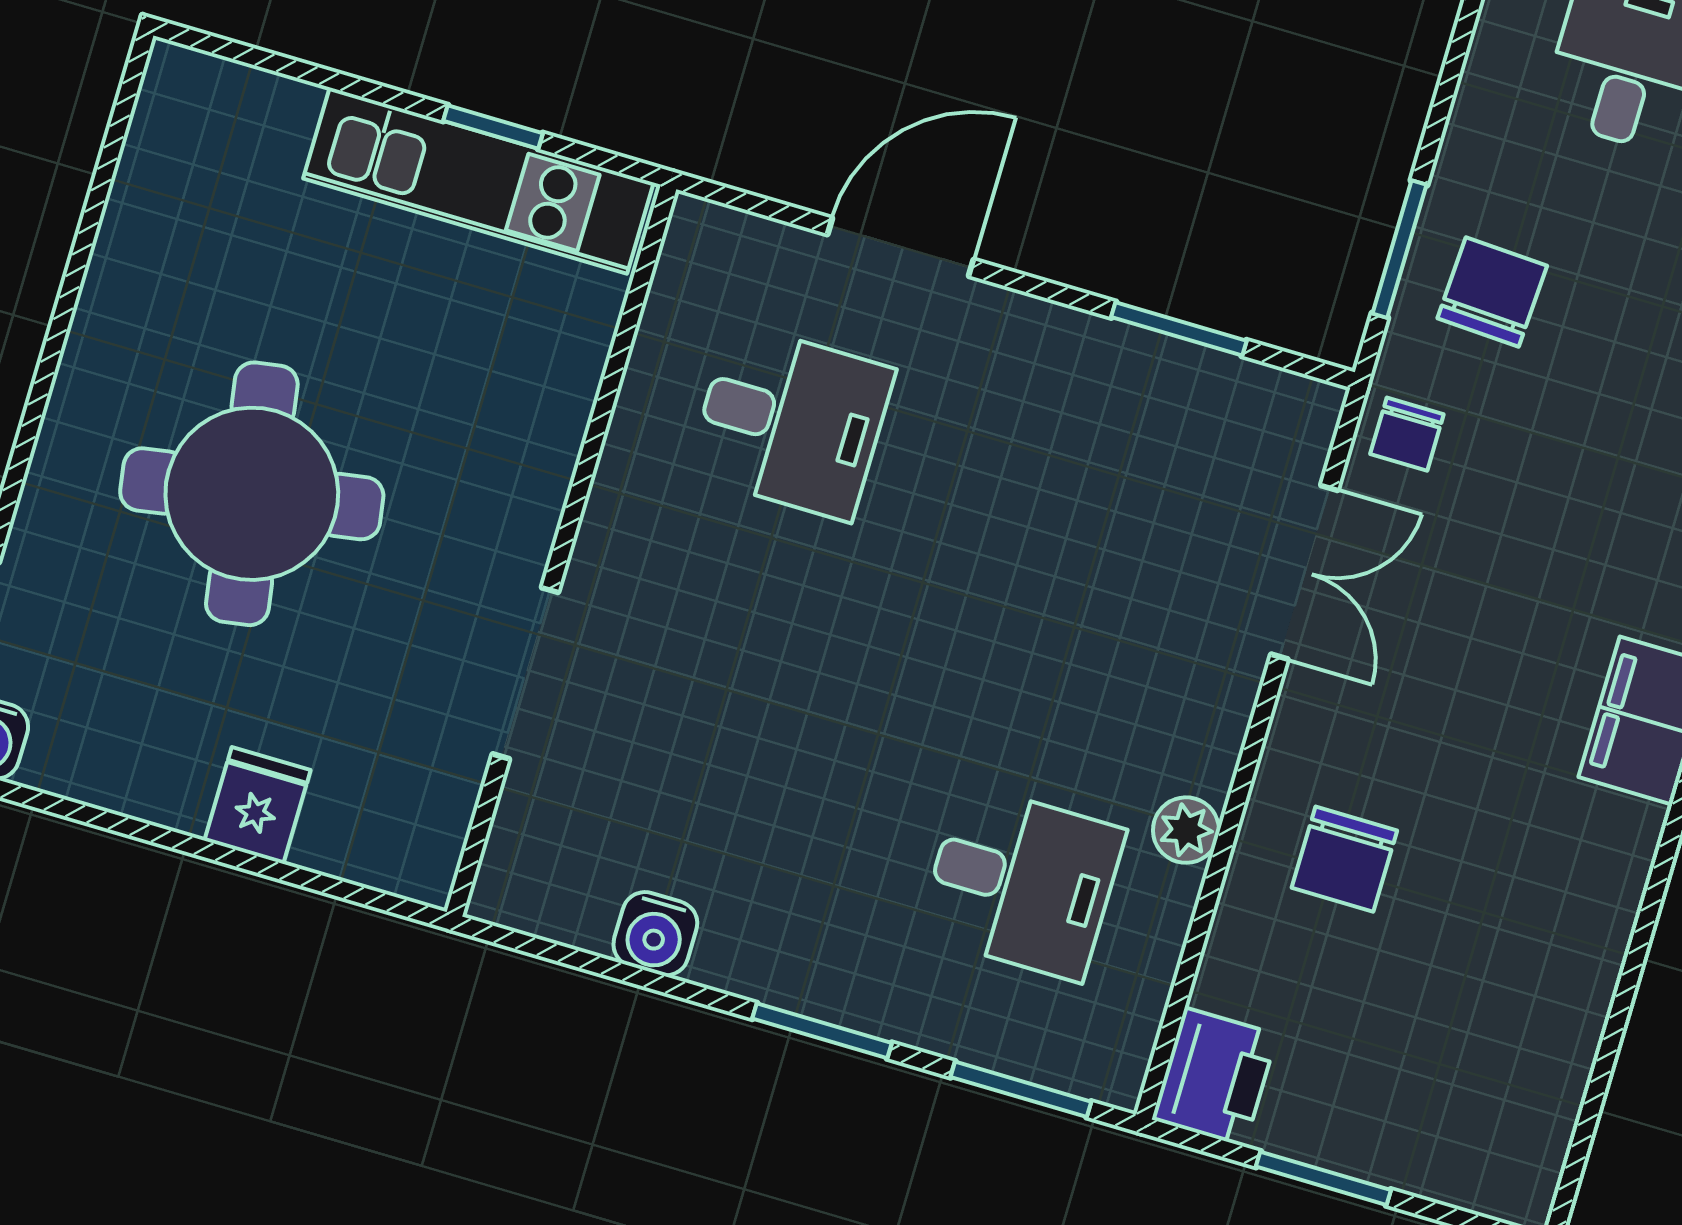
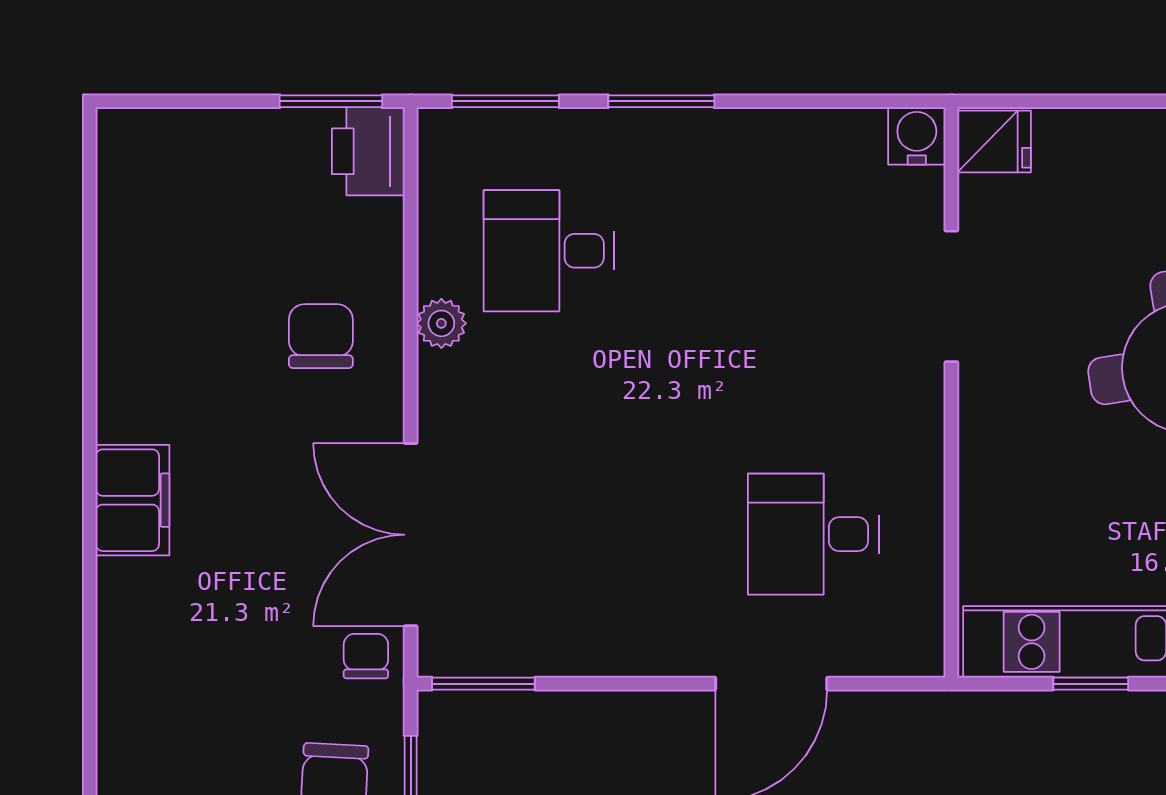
window: (1179, 329) -> (483, 684), moved
double door: (1304, 572) -> (411, 535), width x1.37
fridge: (257, 805) -> (994, 142), moved, turned -90
water cooler: (655, 934) -> (917, 136), moved
window: (1323, 1178) -> (331, 101), moved

